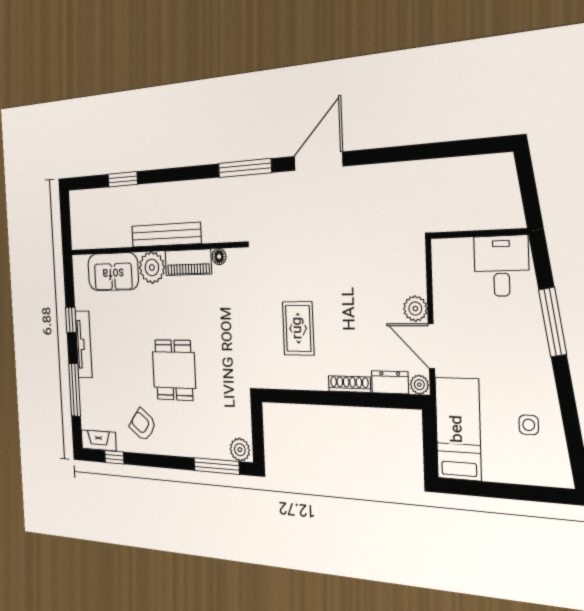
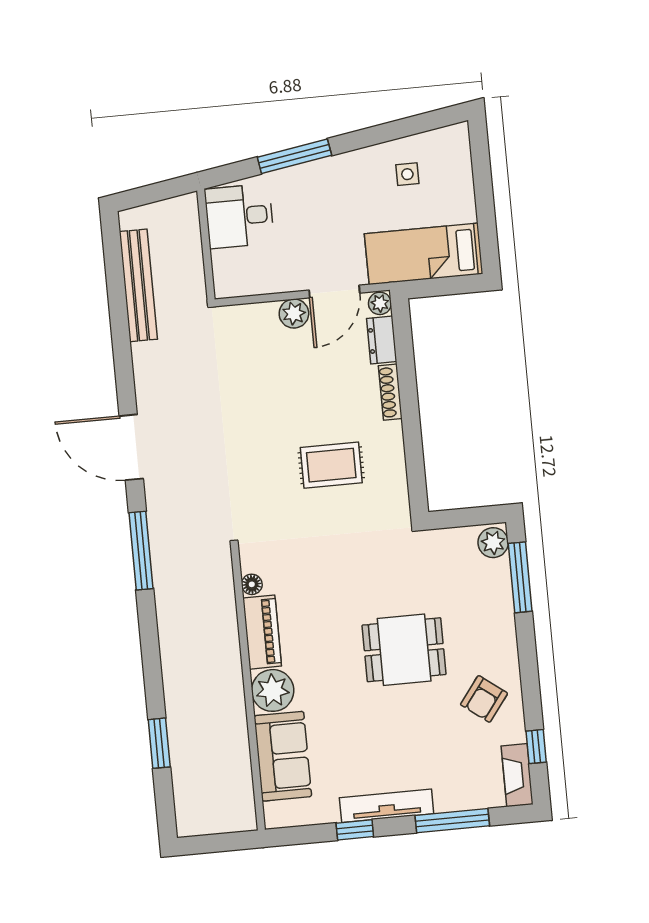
bench: (166, 235) -> (138, 285), moved

